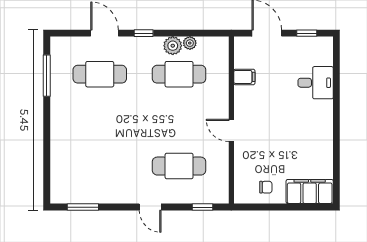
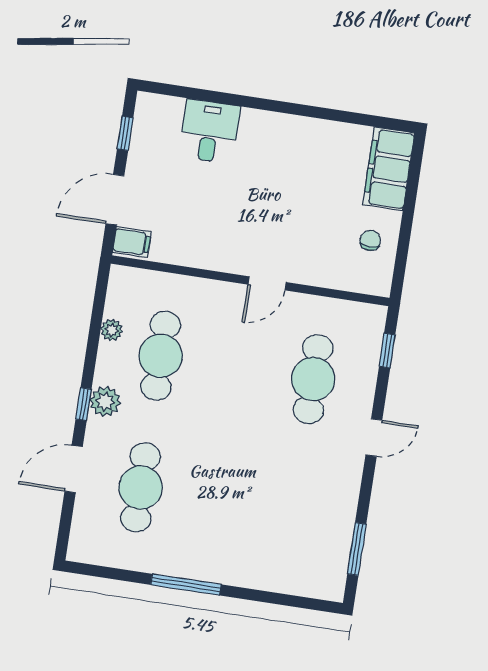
plant: (173, 46) -> (105, 401), moved
window: (47, 76) -> (186, 585), moved
filing cabinet: (244, 77) -> (132, 242), moved, turned 90

